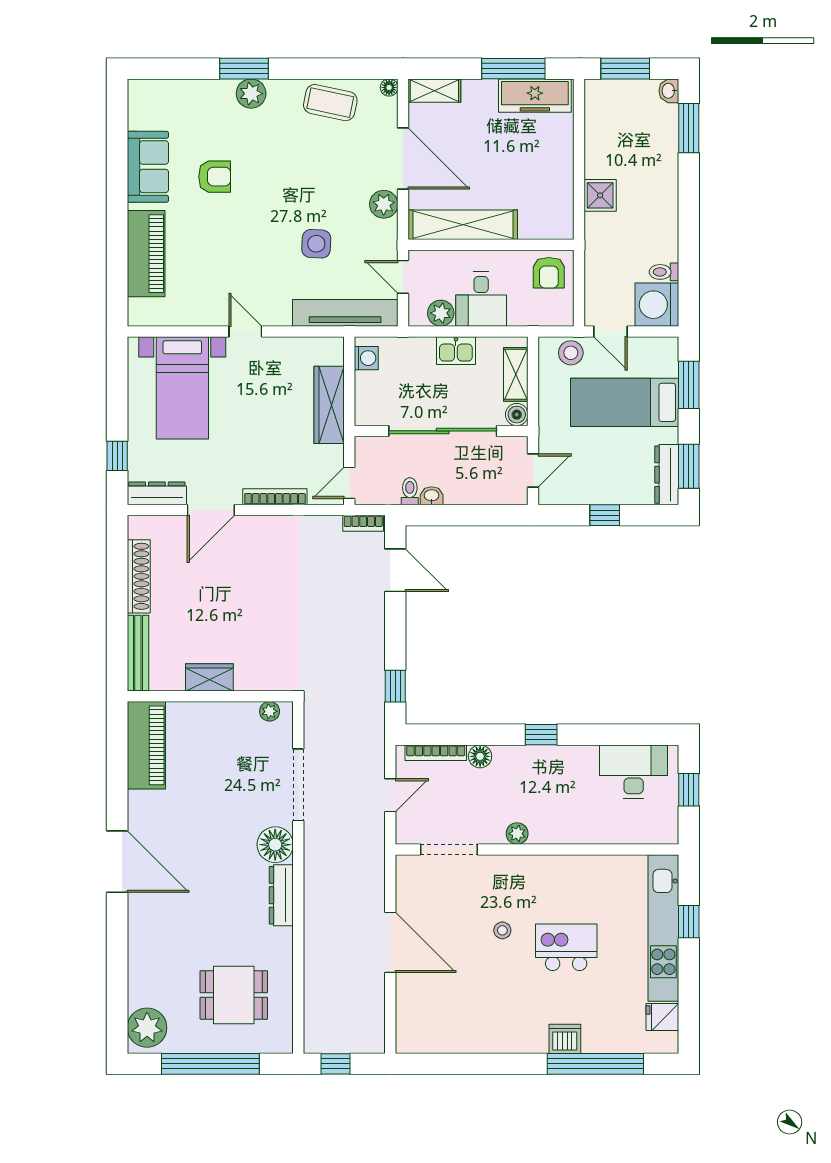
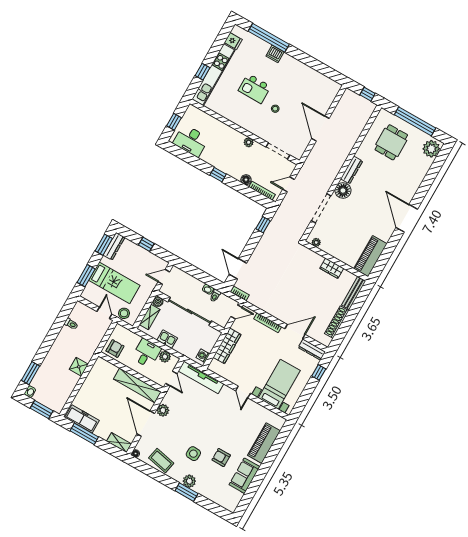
side table: (316, 244) -> (193, 454), moved
washing machine: (657, 305) -> (81, 313), removed
dining table: (234, 995) -> (391, 142), turned 90

